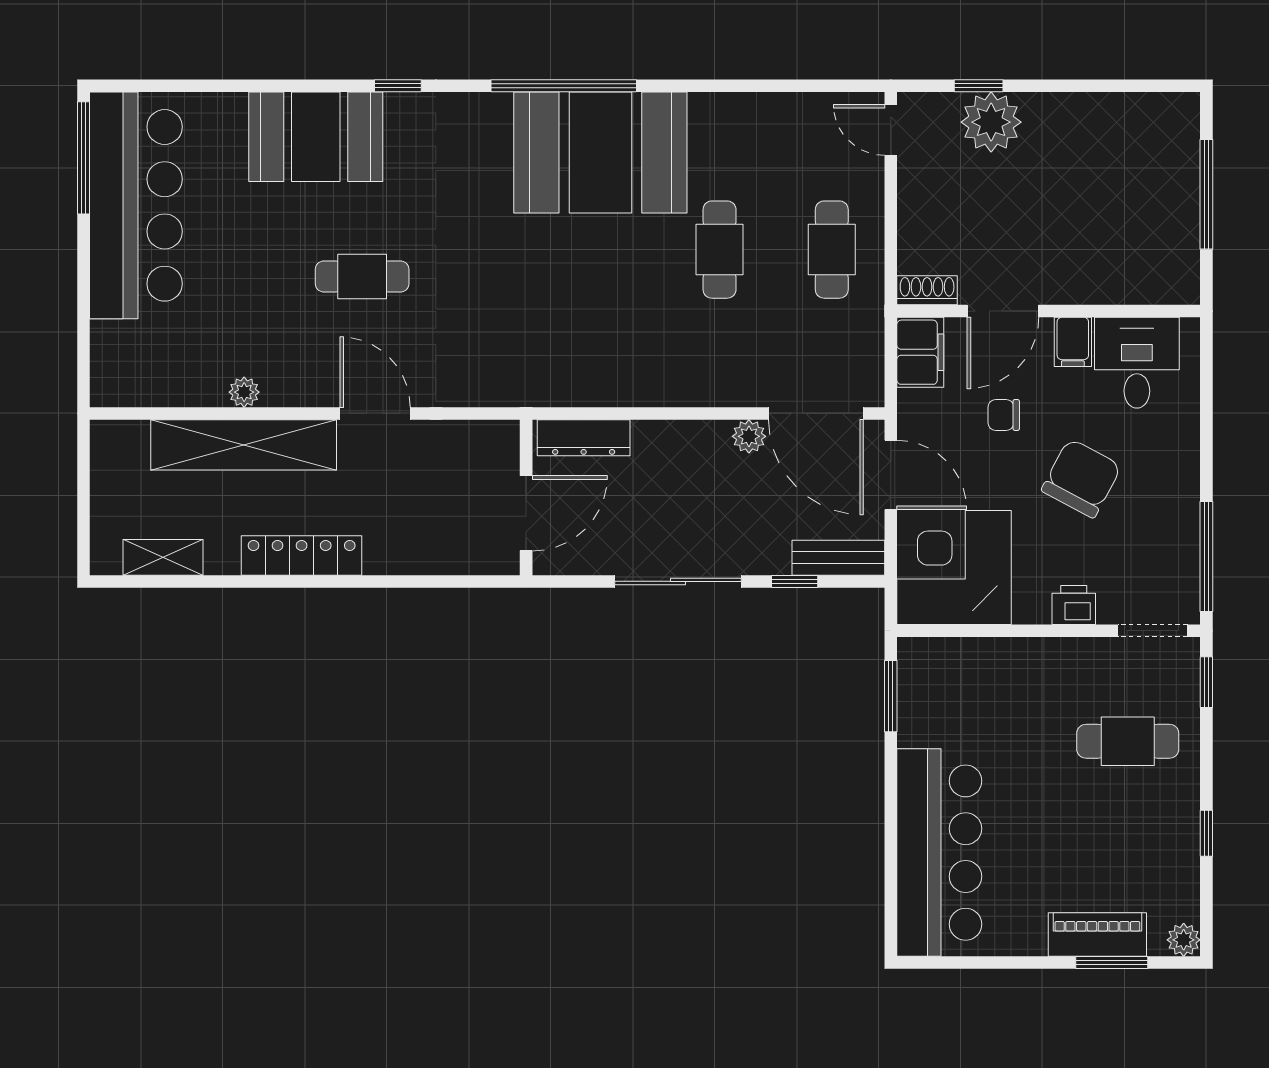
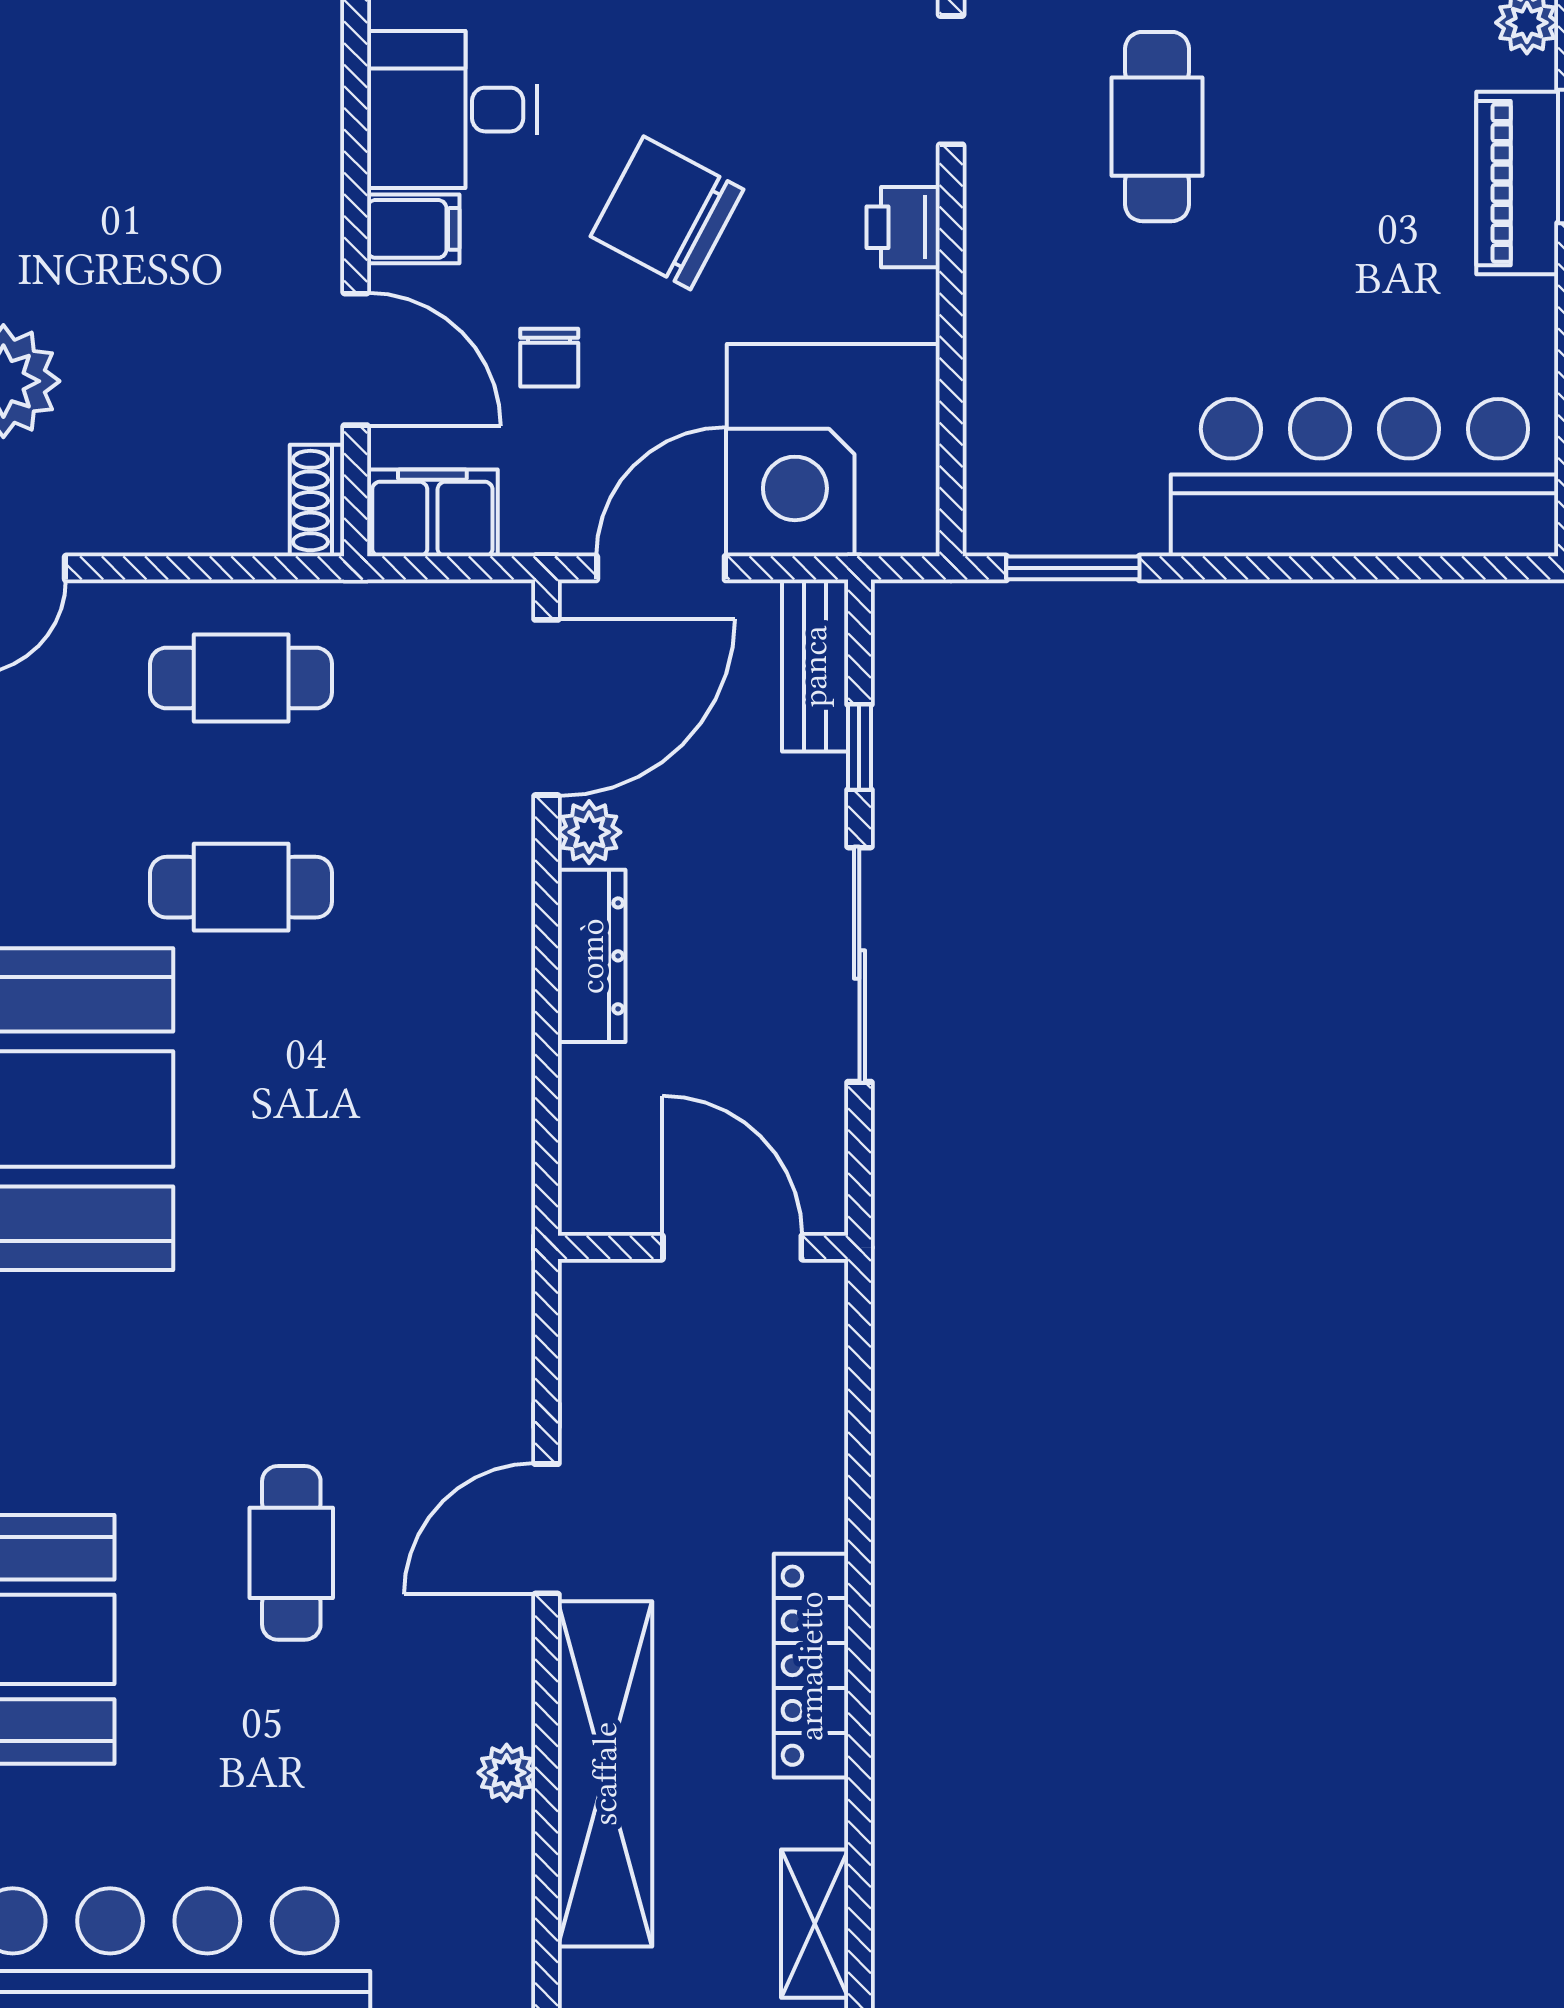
dresser: (584, 438) -> (592, 956), moved

